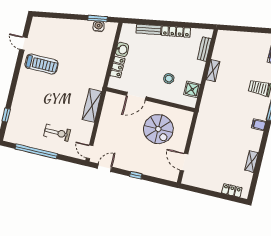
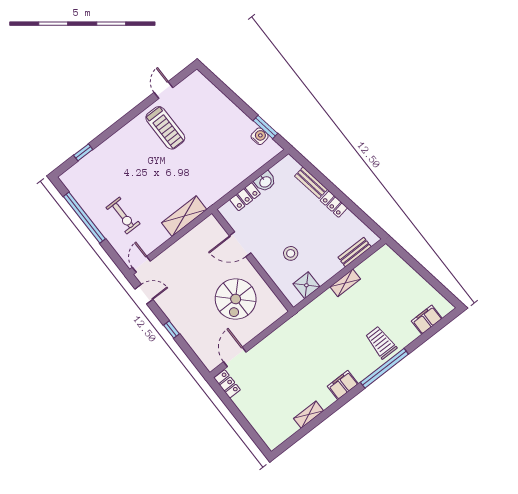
locker: (176, 32) -> (334, 204), width x0.66
filing cabinet: (259, 125) -> (343, 385), width x2.00
locker: (232, 190) -> (227, 384), moved

